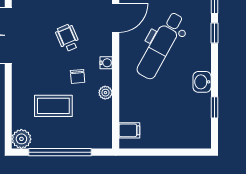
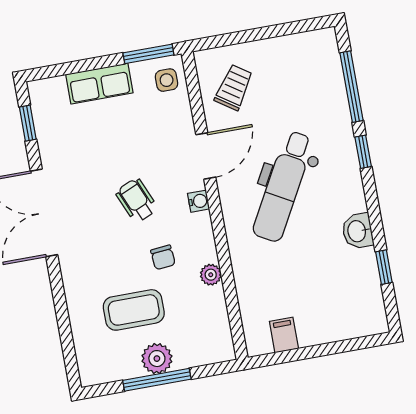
water cooler: (106, 63) -> (199, 201), moved
filing cabinet: (129, 130) -> (284, 335), moved, turned -90
plant: (21, 139) -> (157, 359), moved
window: (60, 152) -> (157, 380), width x0.68

